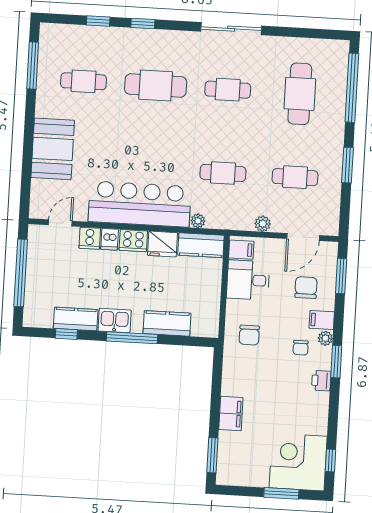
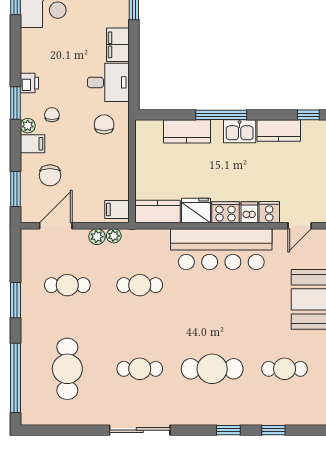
plant: (198, 221) -> (114, 236), moved
desk: (248, 280) -> (108, 82), moved
window: (66, 334) -> (308, 115), moved

